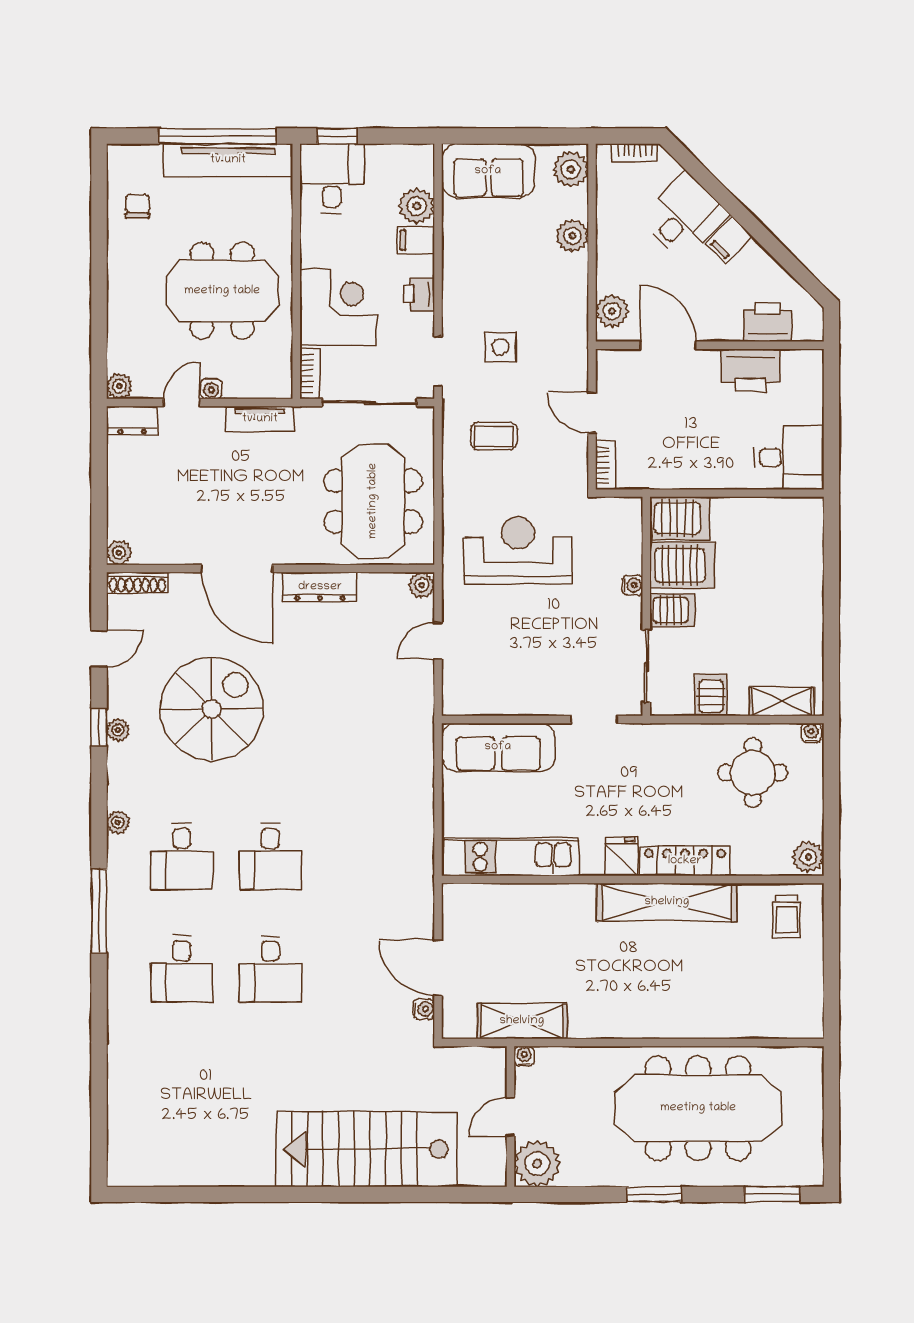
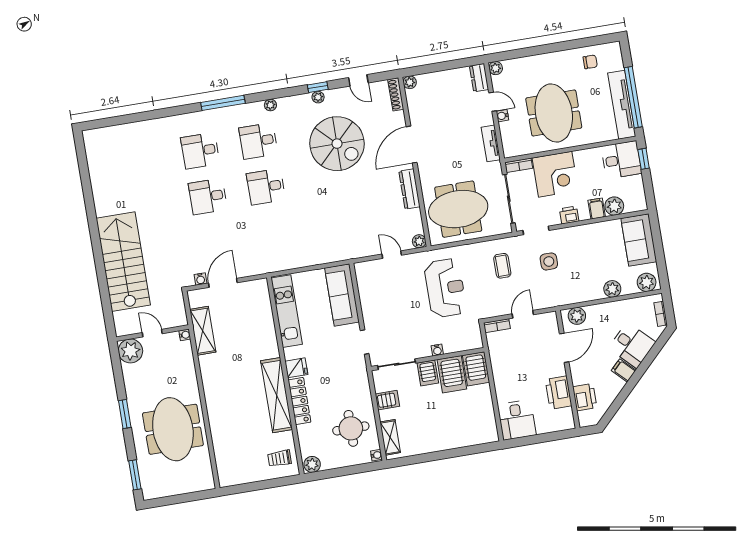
meeting table: (698, 1108) -> (173, 429), width x0.73

